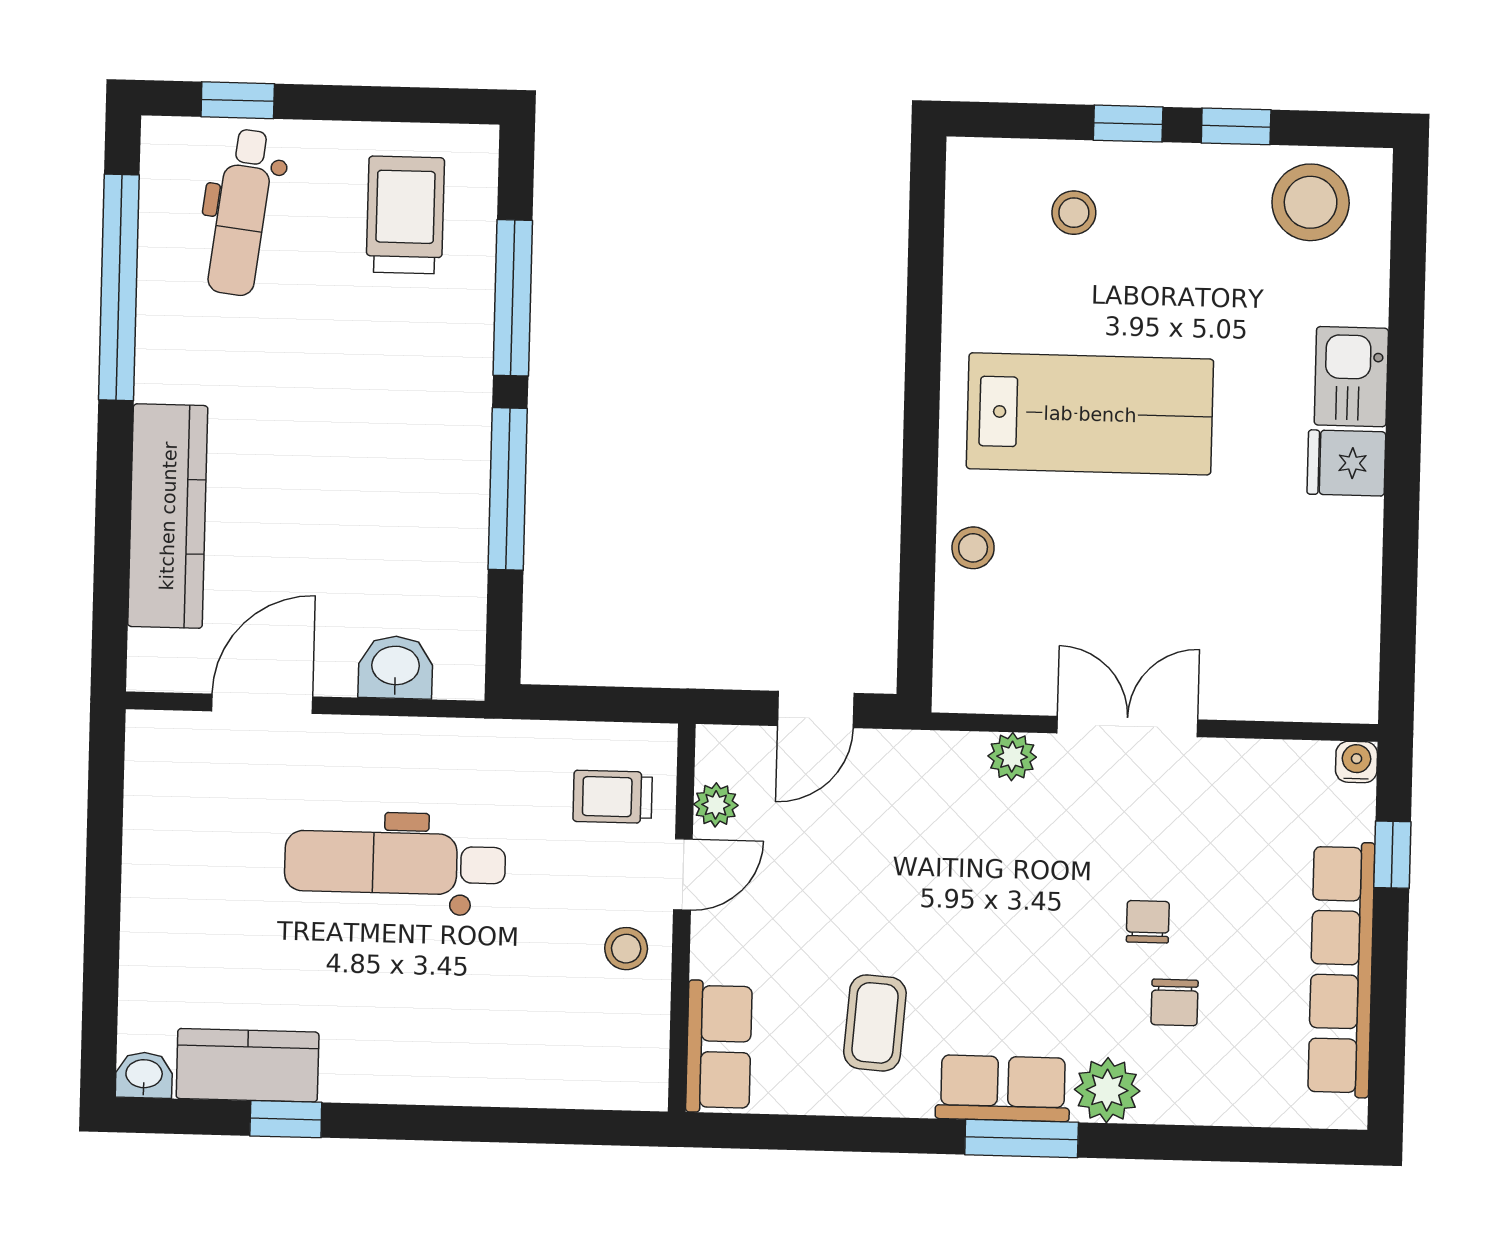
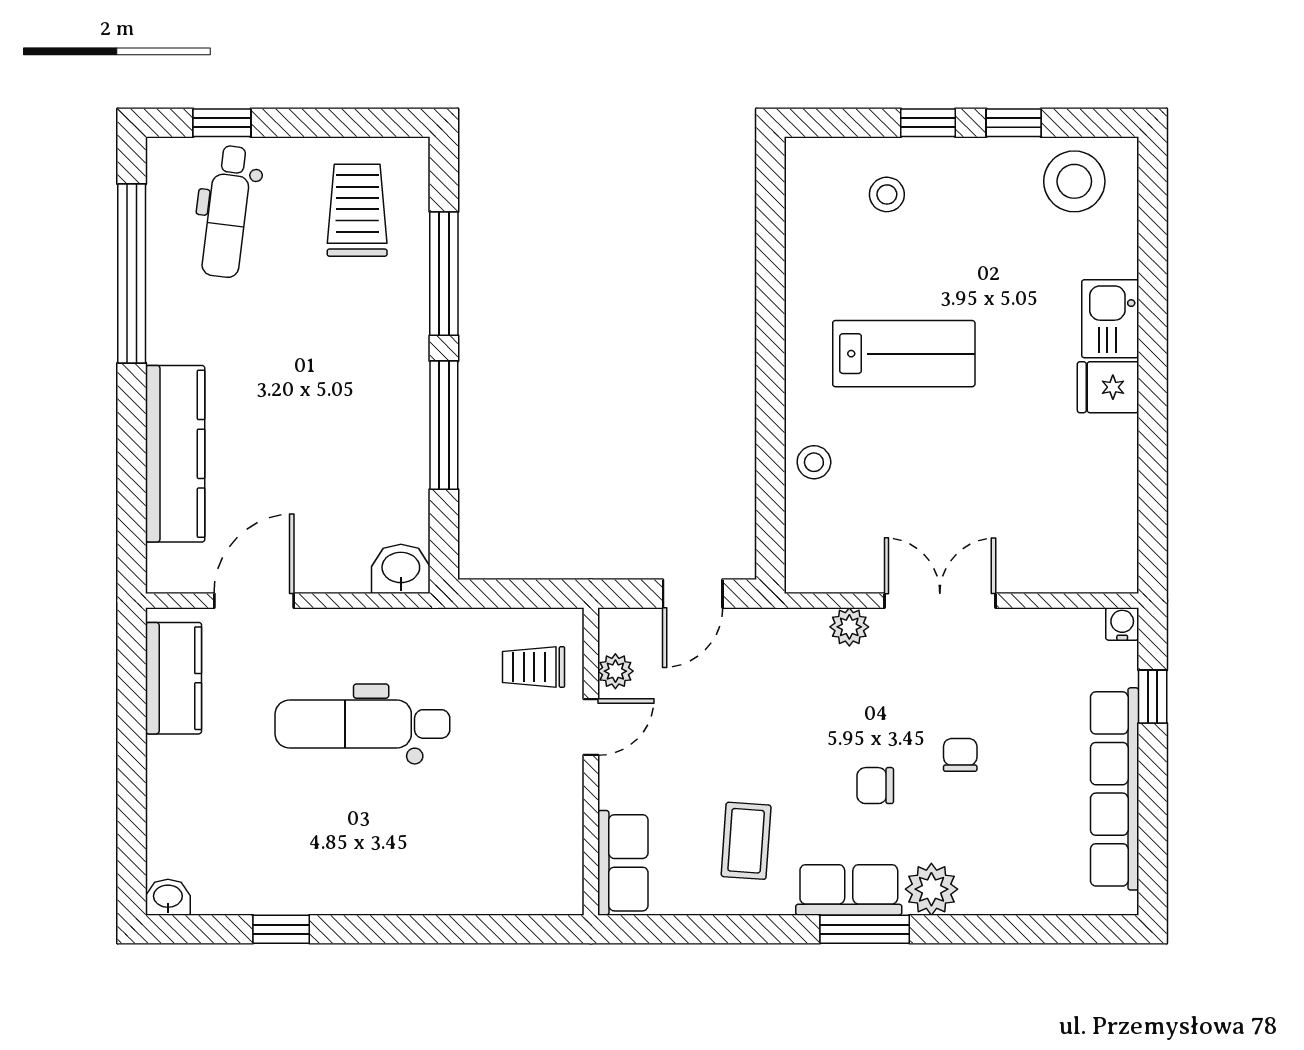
lab bench: (1090, 414) -> (904, 354), width x0.73, depth x0.72
washbasin: (395, 667) -> (401, 569), moved
stool: (626, 949) -> (547, 787), removed
chair: (1175, 1002) -> (875, 786), moved, turned 90
kitchen counter: (248, 1065) -> (174, 678), moved, turned 90

